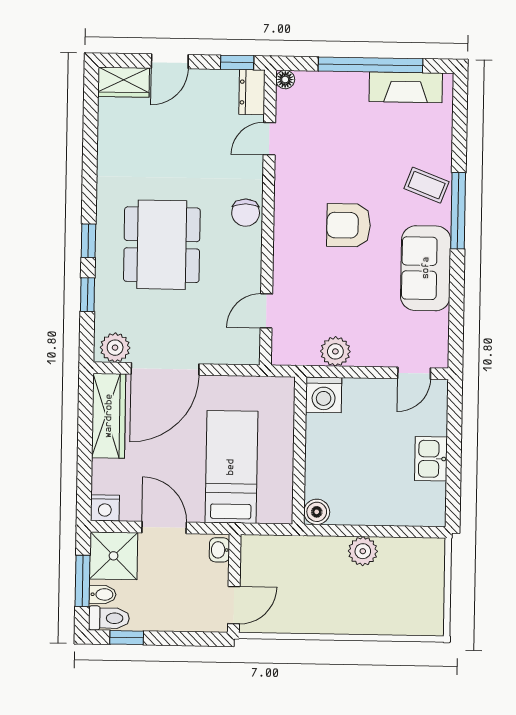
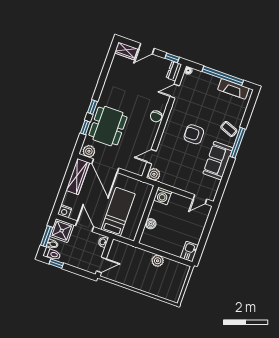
dining table: (162, 245) -> (108, 126), moved
plant: (335, 351) -> (154, 174), moved
door: (165, 369) -> (105, 166), hinge flipped
kitchen sink: (431, 459) -> (189, 252), moved
boiler: (317, 512) -> (151, 224), moved

